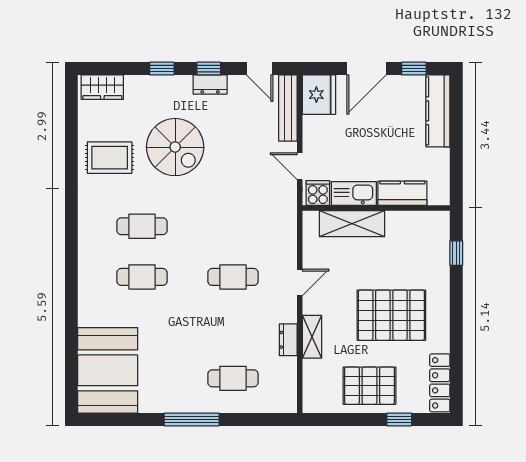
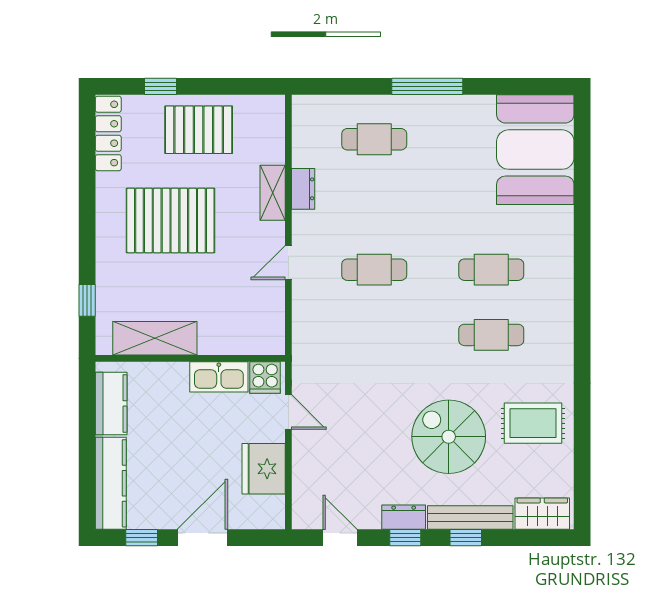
fridge: (319, 95) -> (264, 469), moved
bench: (288, 108) -> (470, 518), moved, turned 90
kitchen counter: (402, 193) -> (111, 403), moved, turned -90
shelving: (352, 224) -> (155, 338), moved

